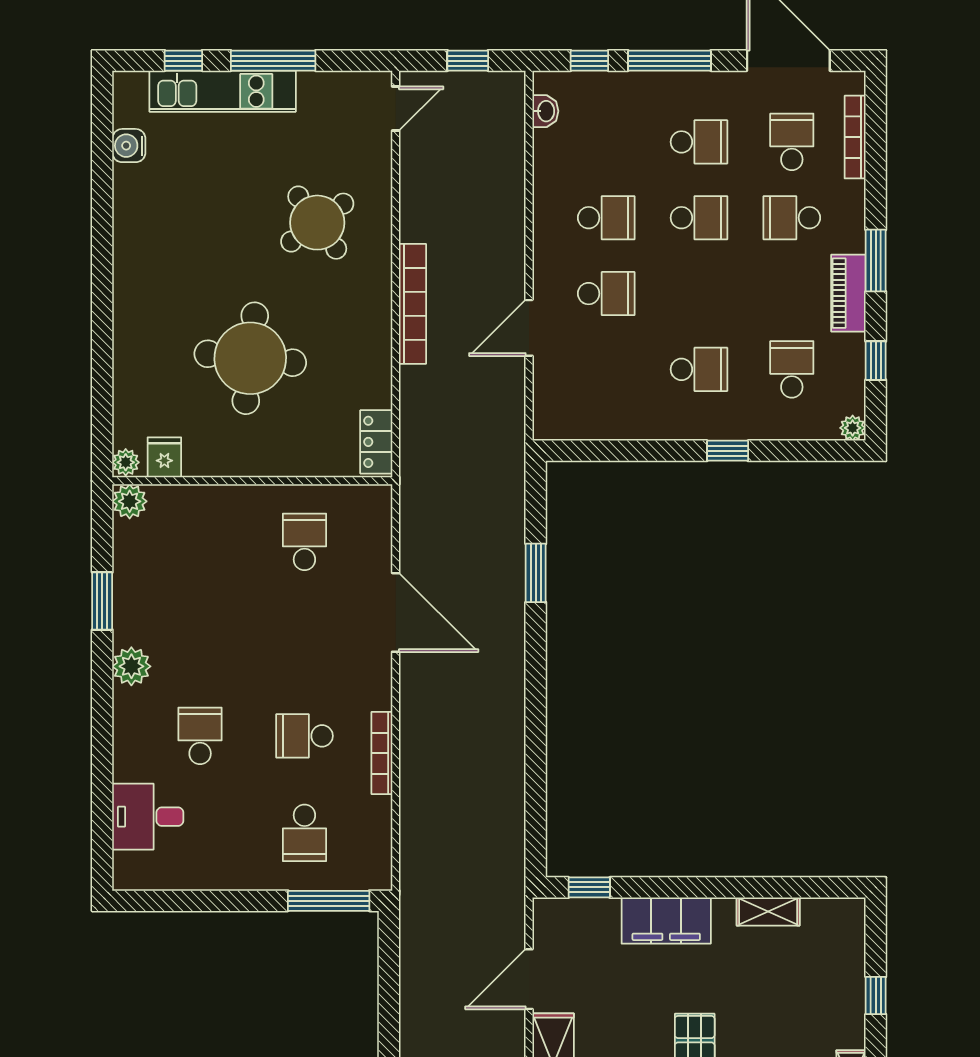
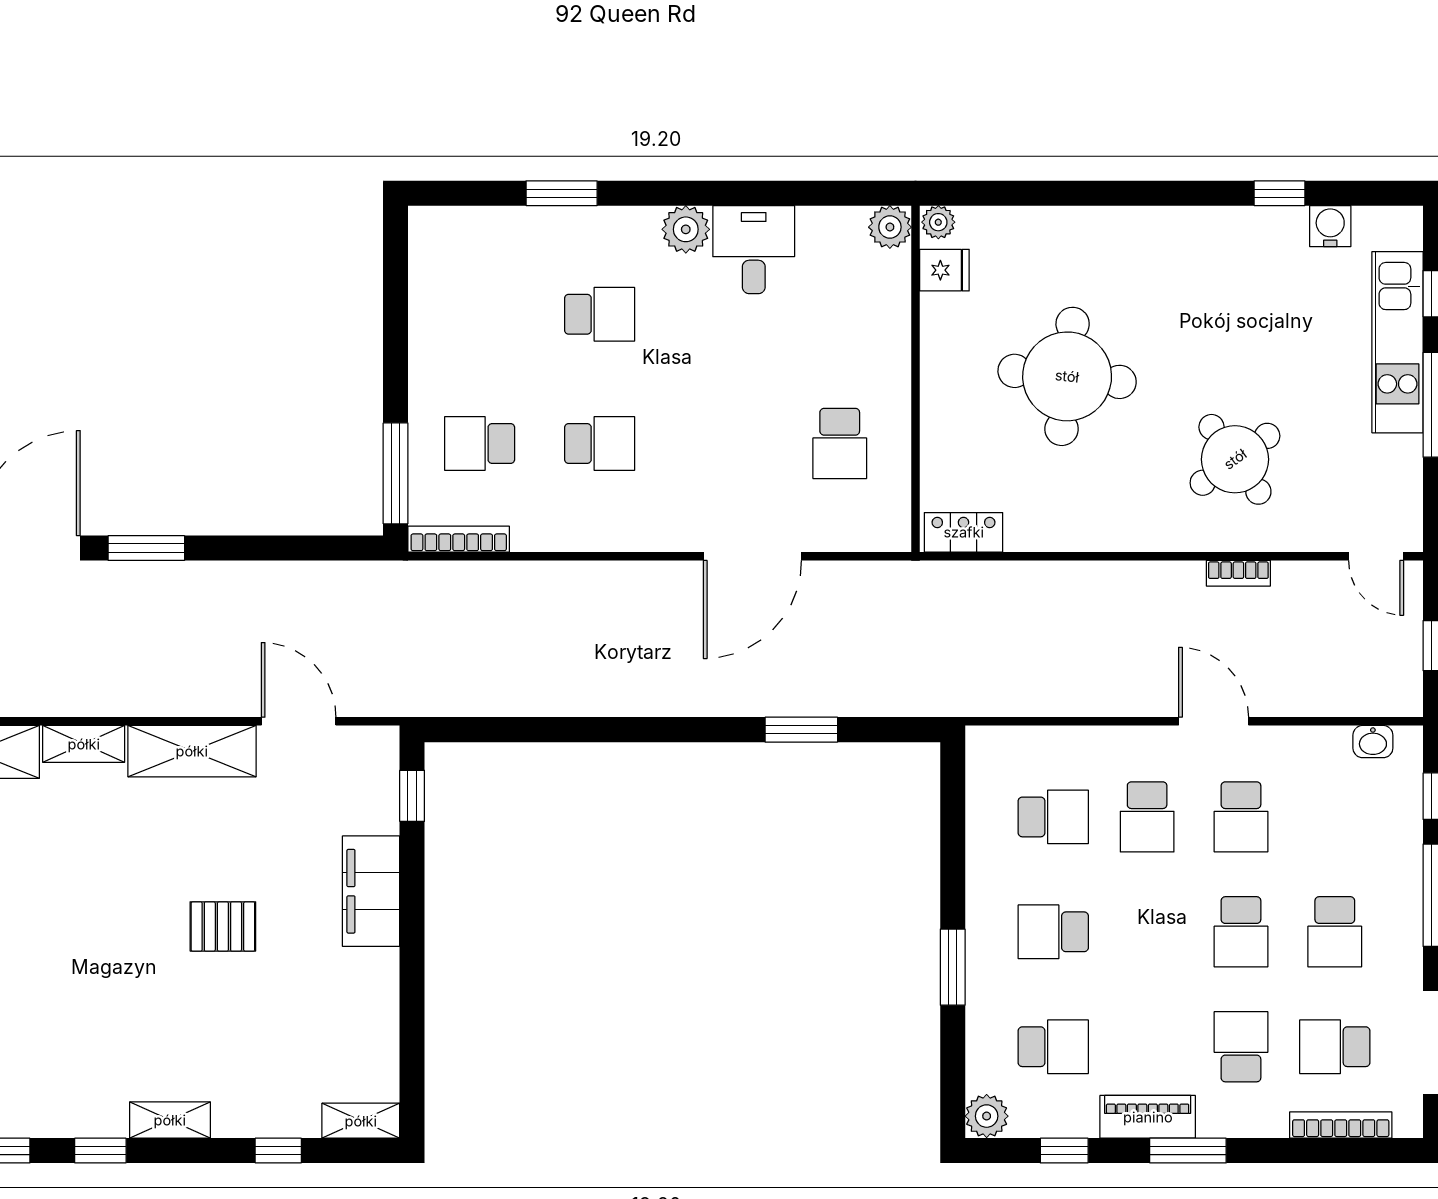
school desk: (792, 142) -> (1335, 1047), turned 180
window: (102, 187) -> (1280, 193), added
bookcase: (413, 304) -> (1238, 573), moved, width x0.43, depth x0.76
door: (529, 328) -> (1214, 721), moved
school desk: (606, 369) -> (1053, 817), added
school desk: (699, 369) -> (1053, 932), turned 90
plant: (853, 428) -> (987, 1116), width x1.38, depth x1.38
window: (728, 451) -> (953, 967), width x1.50
school desk: (304, 542) -> (840, 443), turned 90
window: (102, 601) -> (562, 193), moved
school desk: (304, 736) -> (600, 443), turned 90
bookcase: (382, 753) -> (459, 539), moved
desk: (148, 817) -> (754, 250), moved
shelving: (768, 912) -> (361, 1121), moved, turned 90

